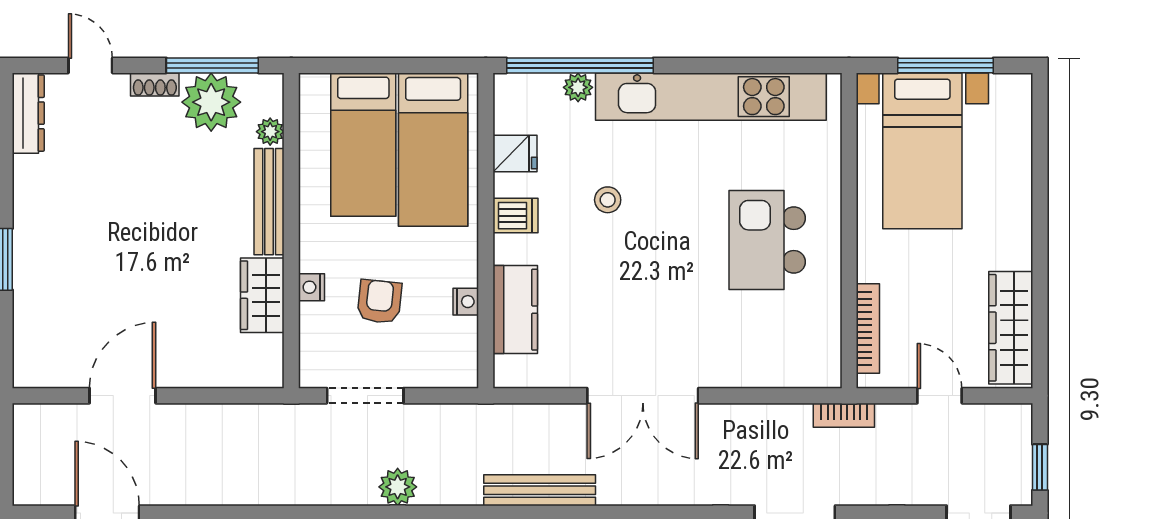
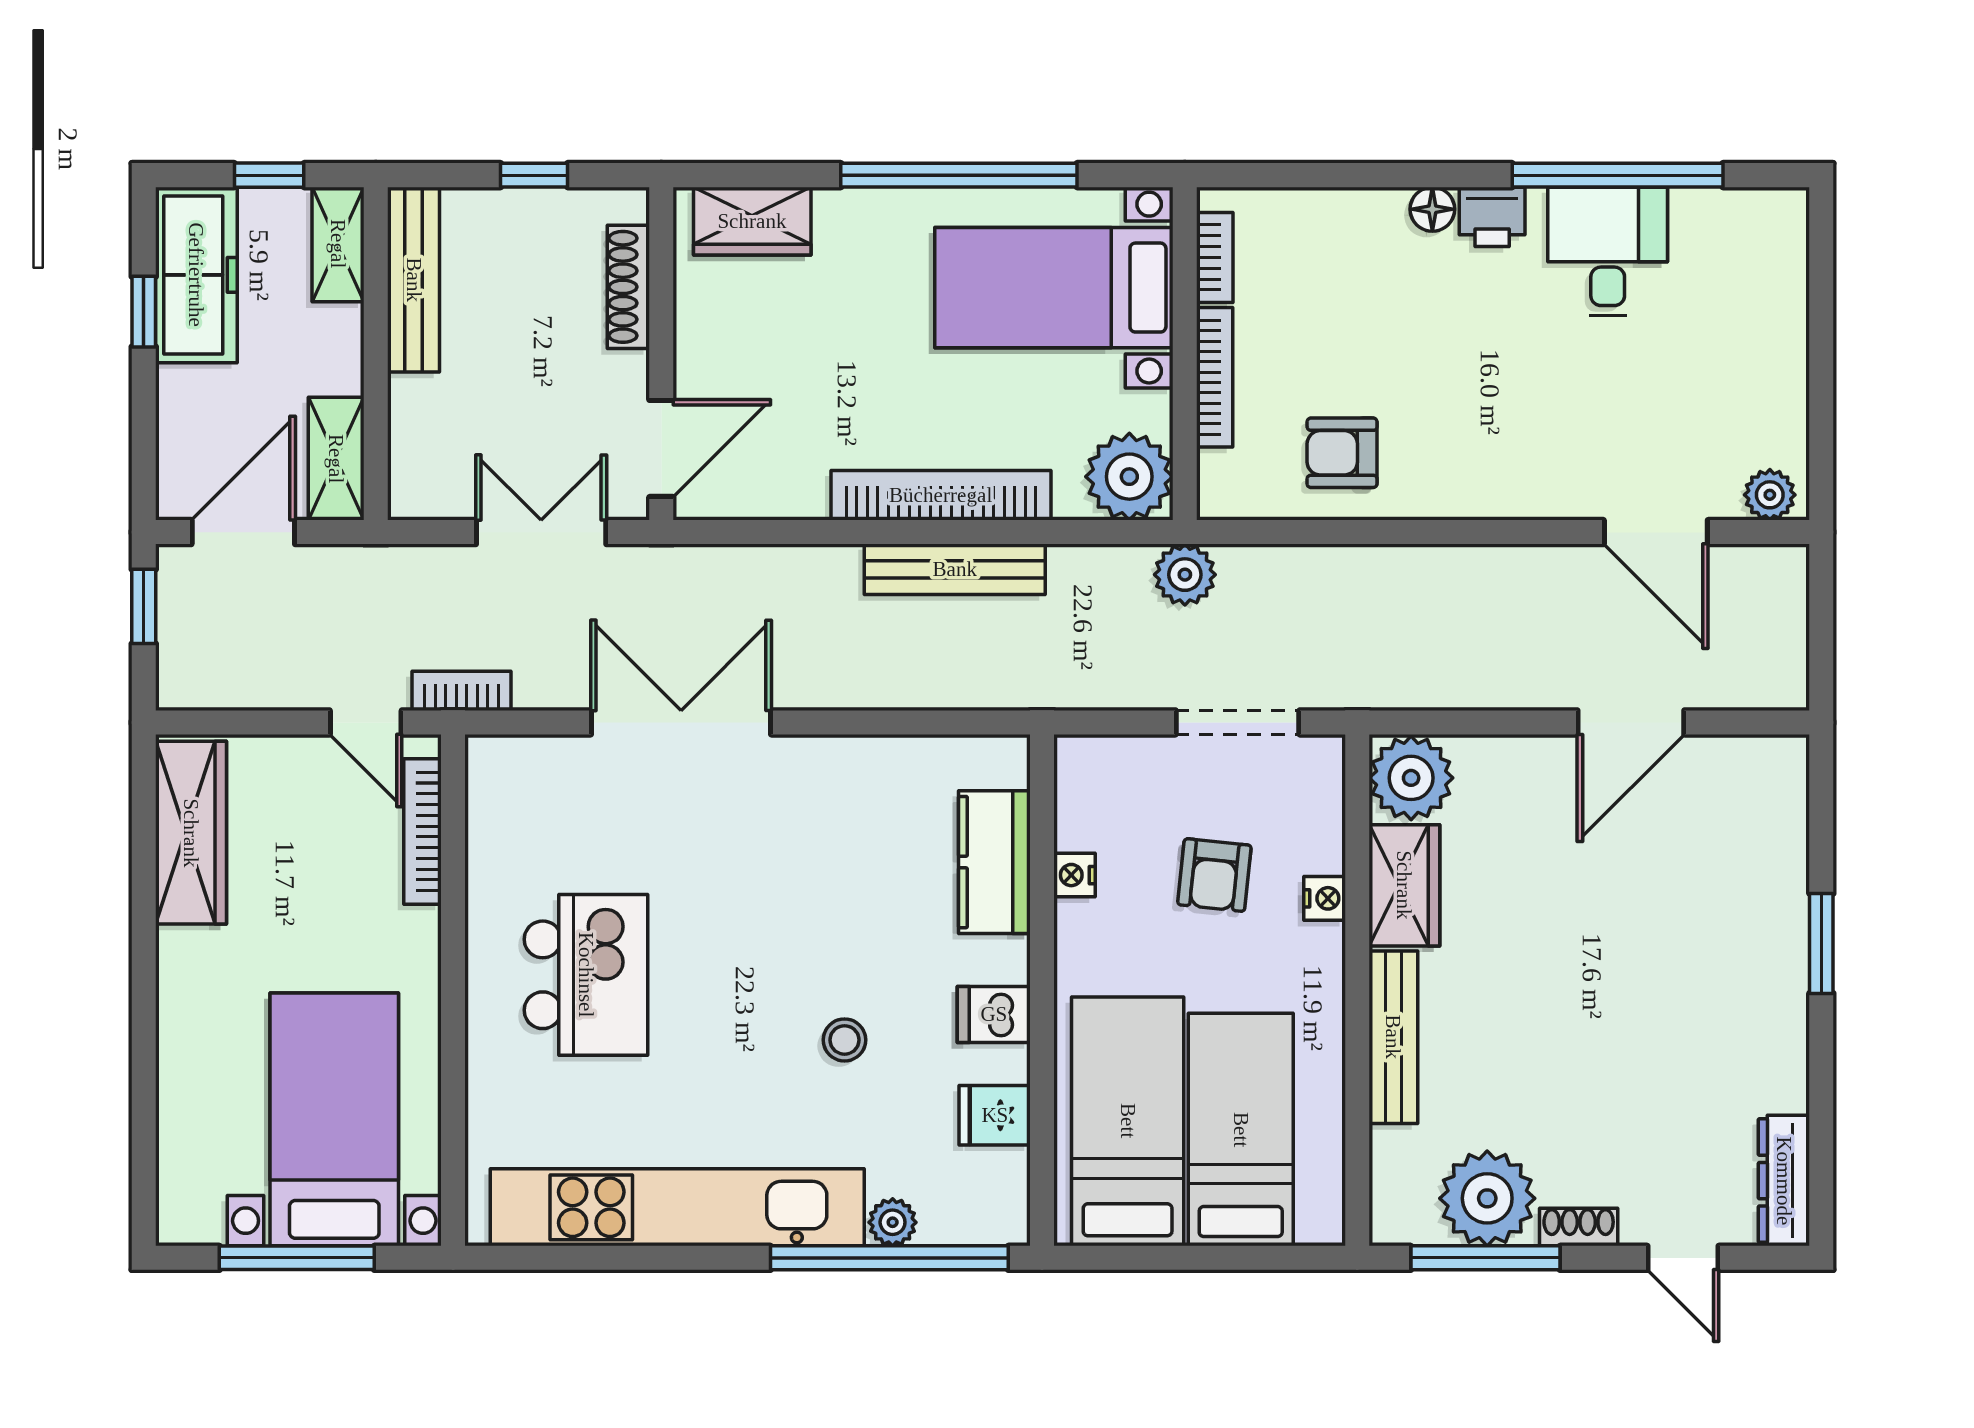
plant: (270, 132) -> (1411, 778), moved, width x1.88, depth x1.88
double door: (643, 396) -> (681, 722), moved
door: (940, 396) -> (366, 722), moved

